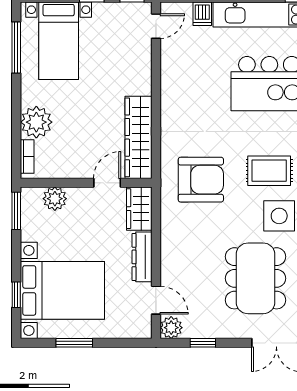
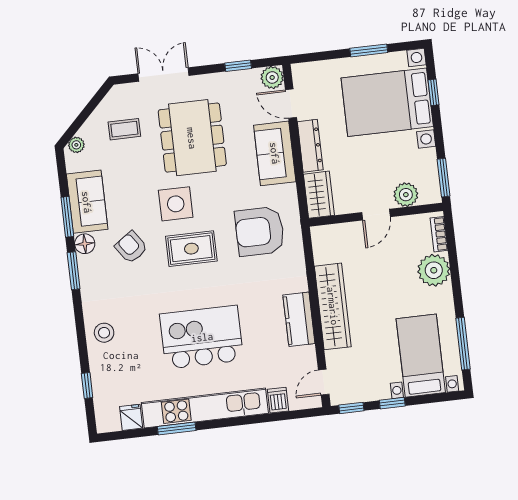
kitchen counter: (173, 90) -> (299, 319), added
wardrobe: (138, 137) -> (333, 306), moved
door: (107, 183) -> (376, 215), moved
sofa: (177, 254) -> (275, 153), added

